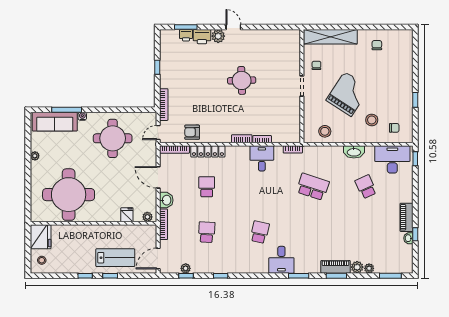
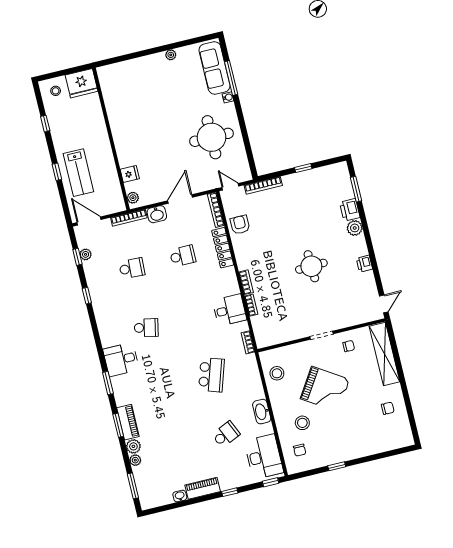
door: (233, 27) -> (384, 304), moved
printer: (186, 35) -> (364, 264), moved
round table: (69, 195) -> (136, 103), removed
window: (415, 234) -> (230, 492), moved
window: (85, 276) -> (45, 124), moved

